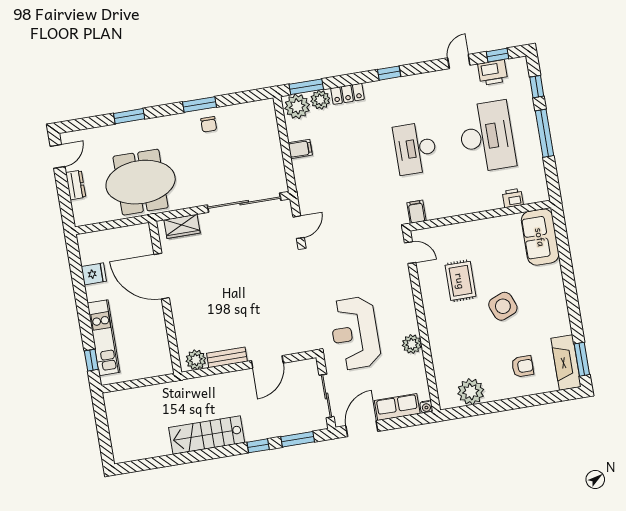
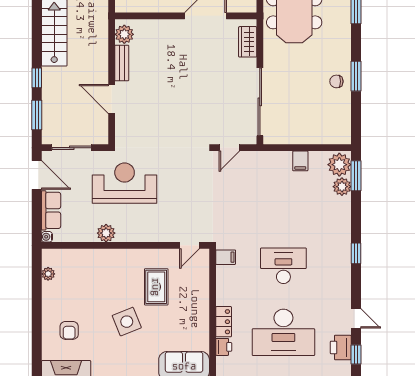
locker: (347, 94) -> (224, 322), moved, turned 180
door: (299, 227) -> (229, 148), hinge flipped
rug: (460, 281) -> (156, 287), turned 90
plant: (471, 392) -> (48, 274), width x0.53, depth x0.53

